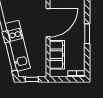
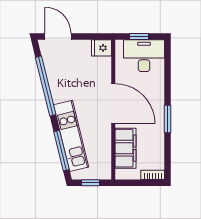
door: (48, 23) -> (113, 104), hinge flipped

